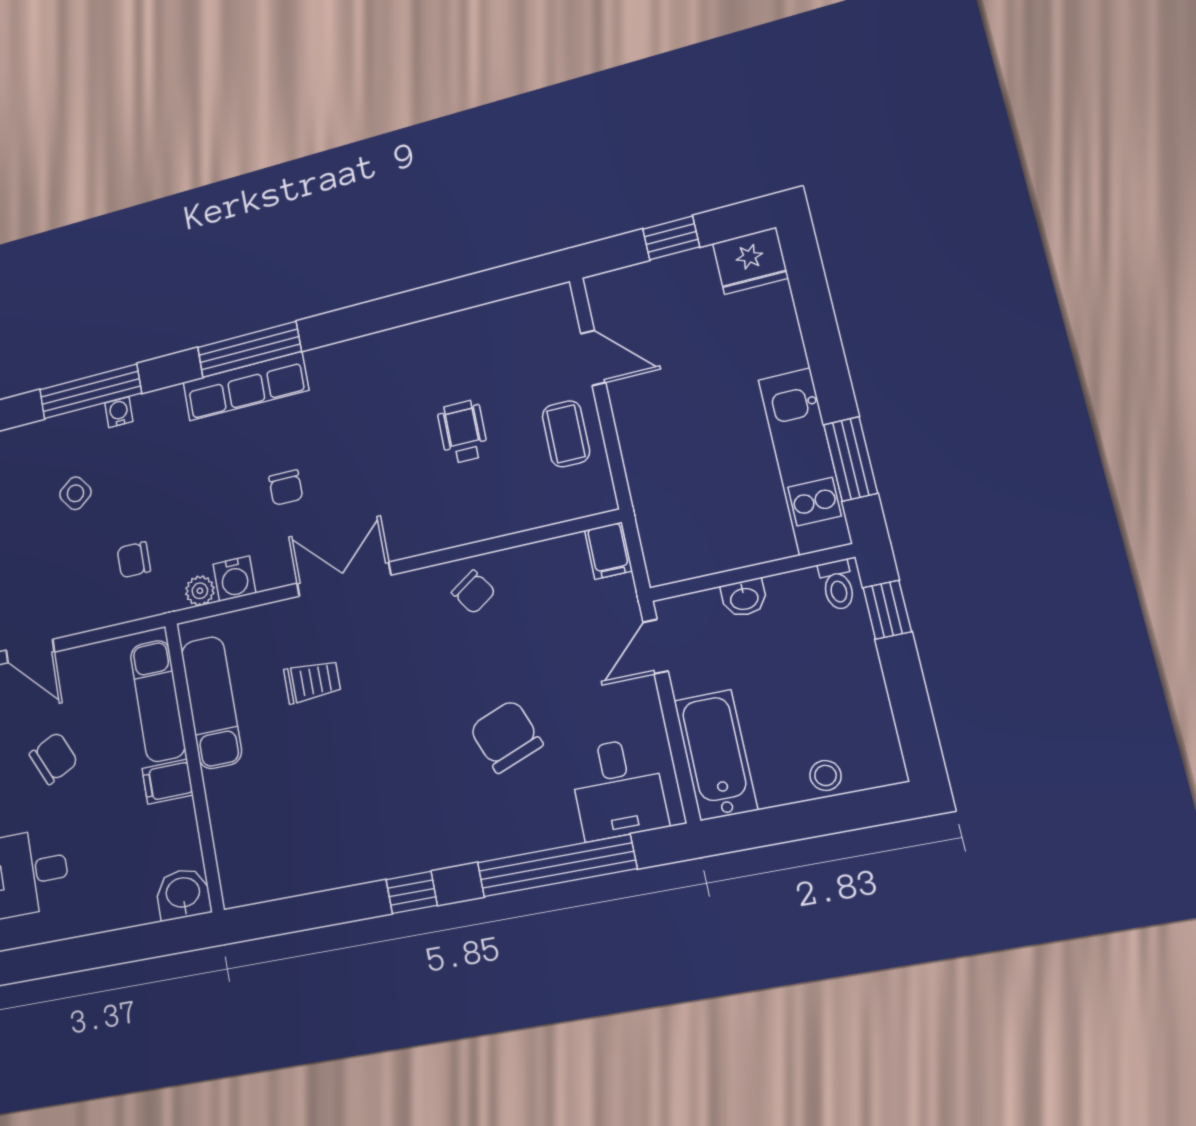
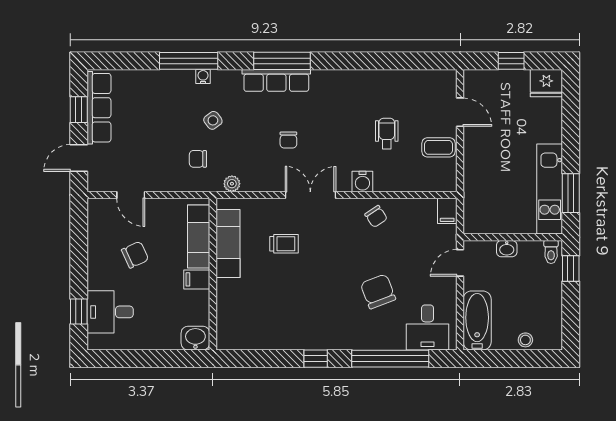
coffee table: (566, 434) -> (439, 147), turned 90
side table: (75, 493) -> (213, 120), moved
water cooler: (234, 579) -> (362, 182), moved

